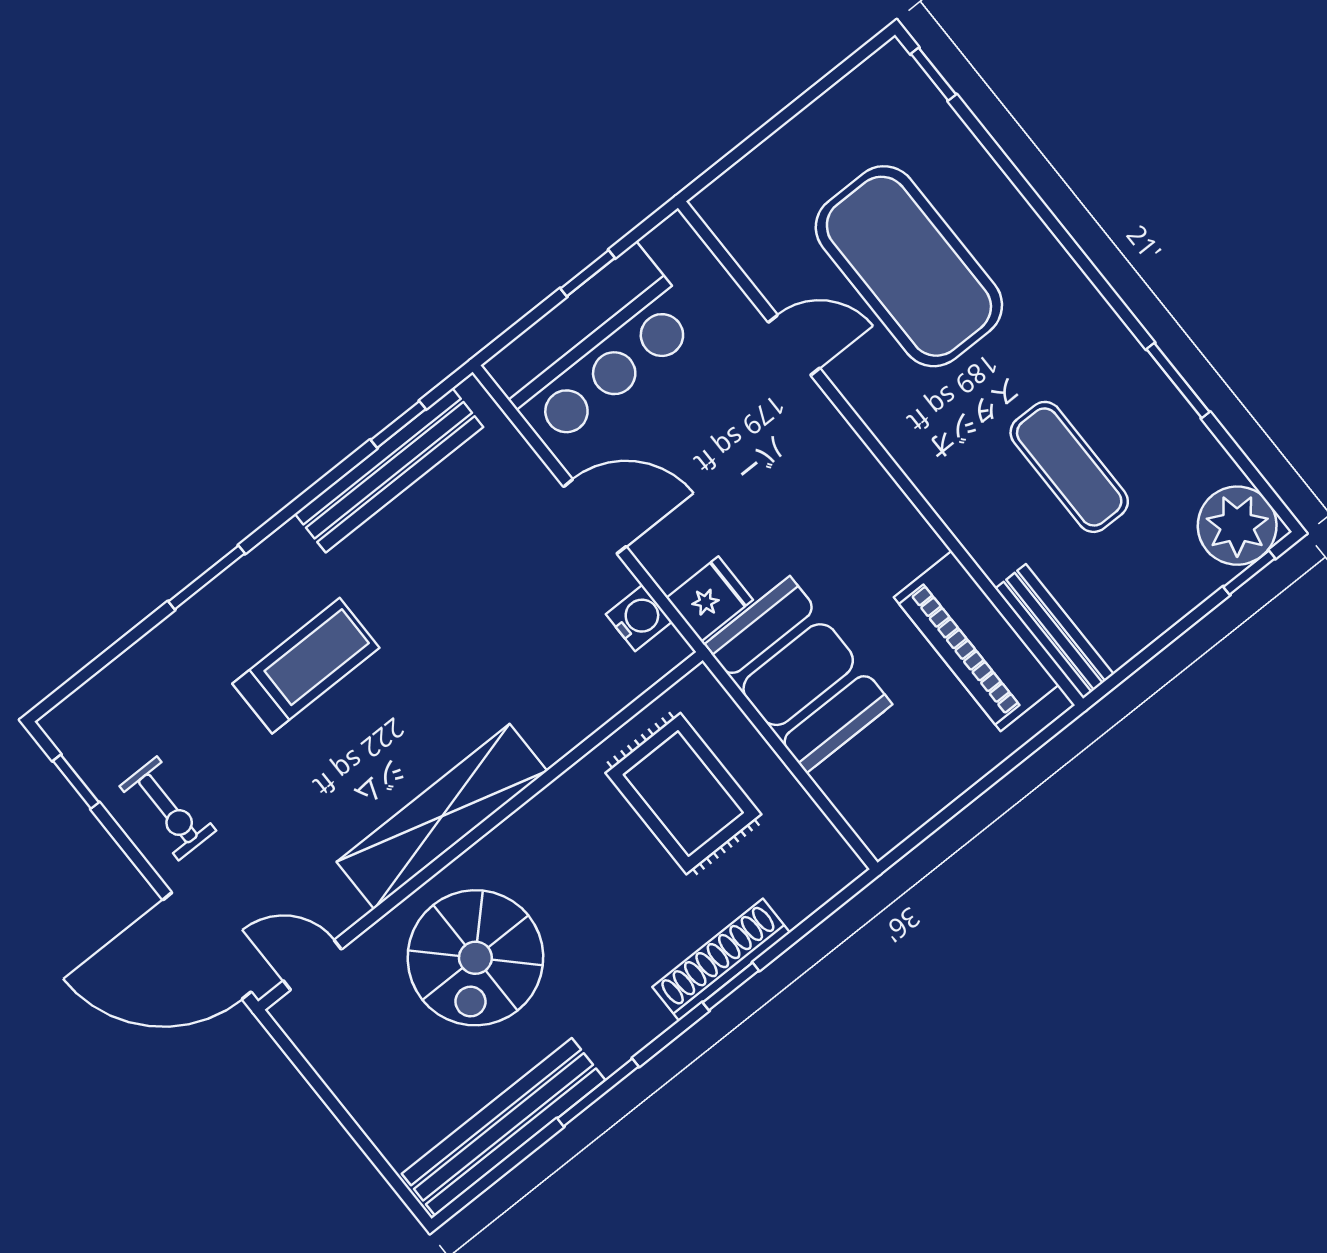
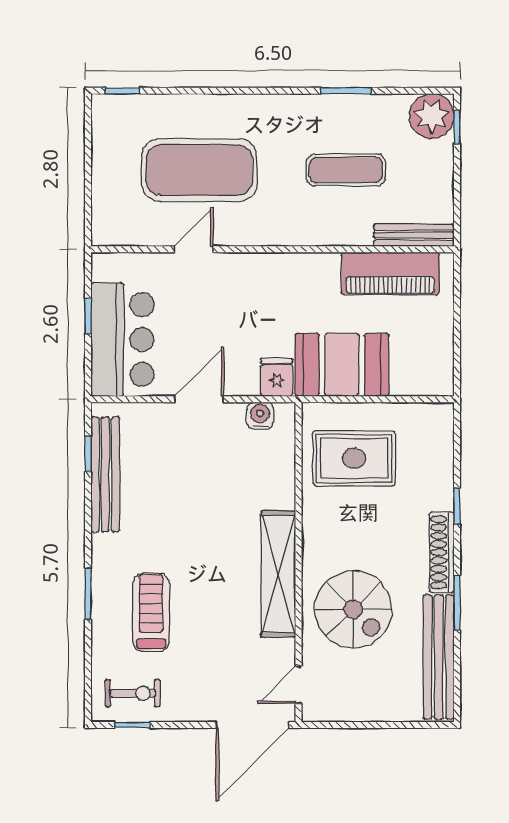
treadmill: (306, 666) -> (151, 612), moved
exercise bike: (168, 808) -> (133, 693), moved
shoe rack: (721, 960) -> (442, 552), moved

